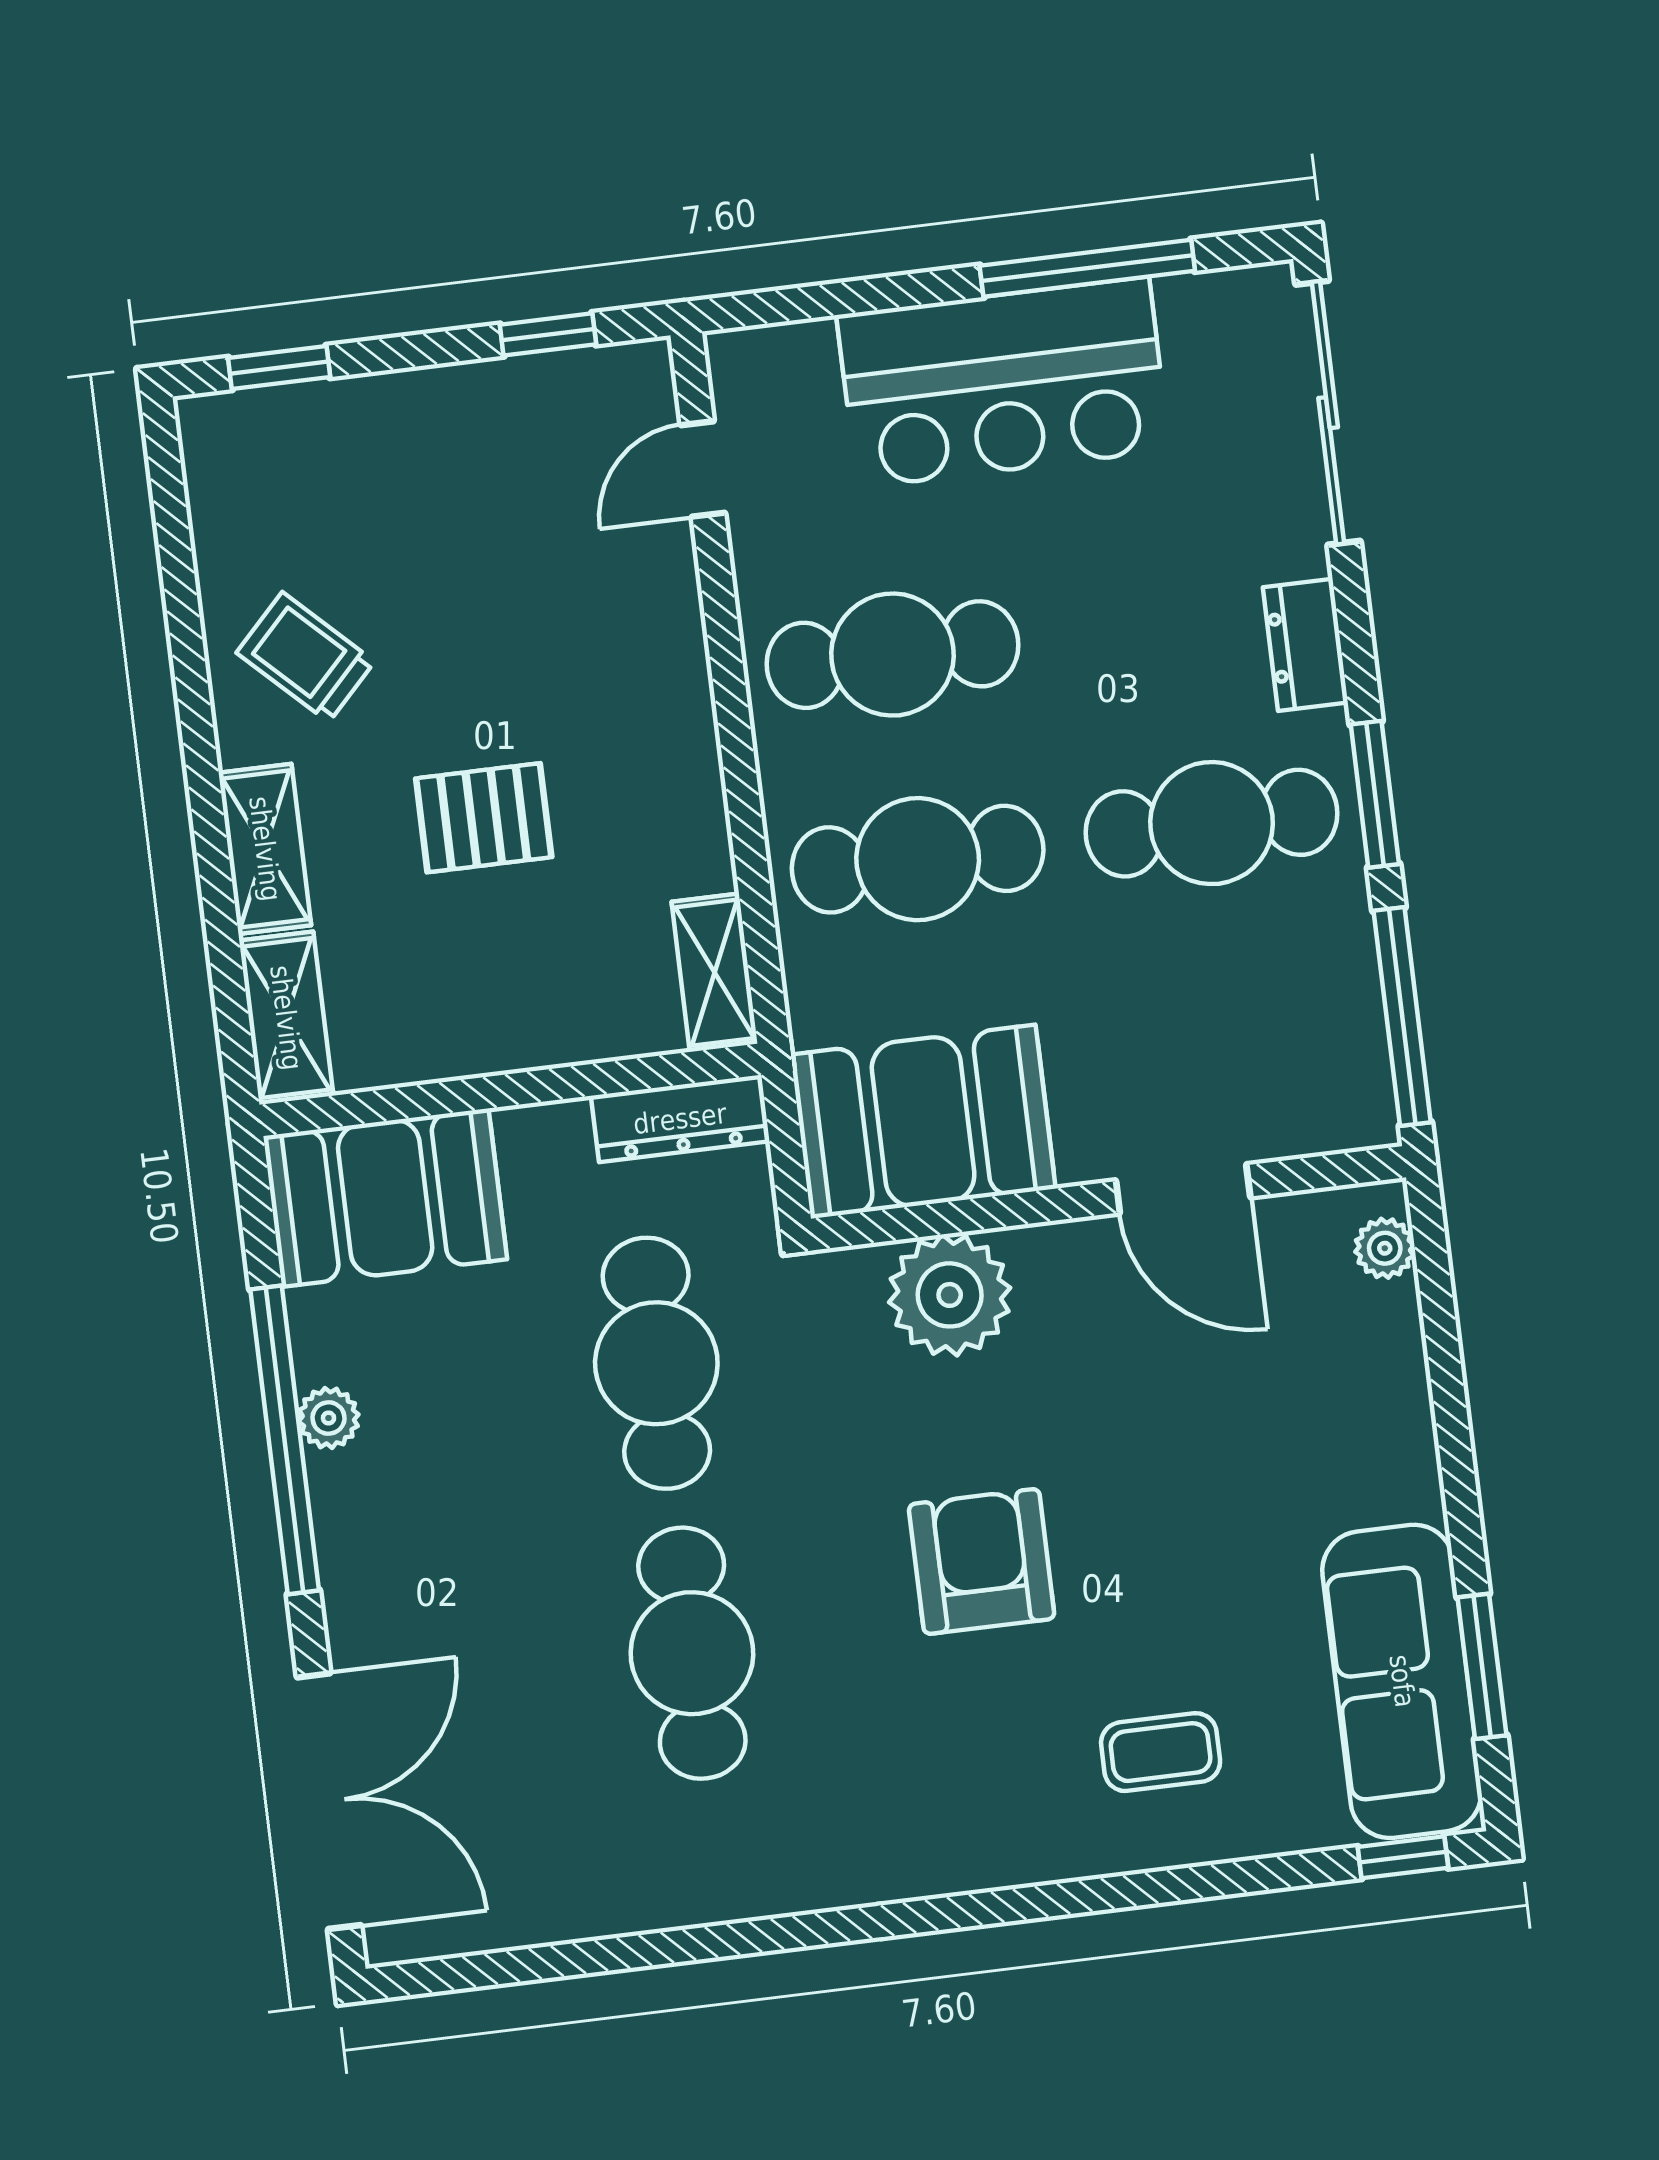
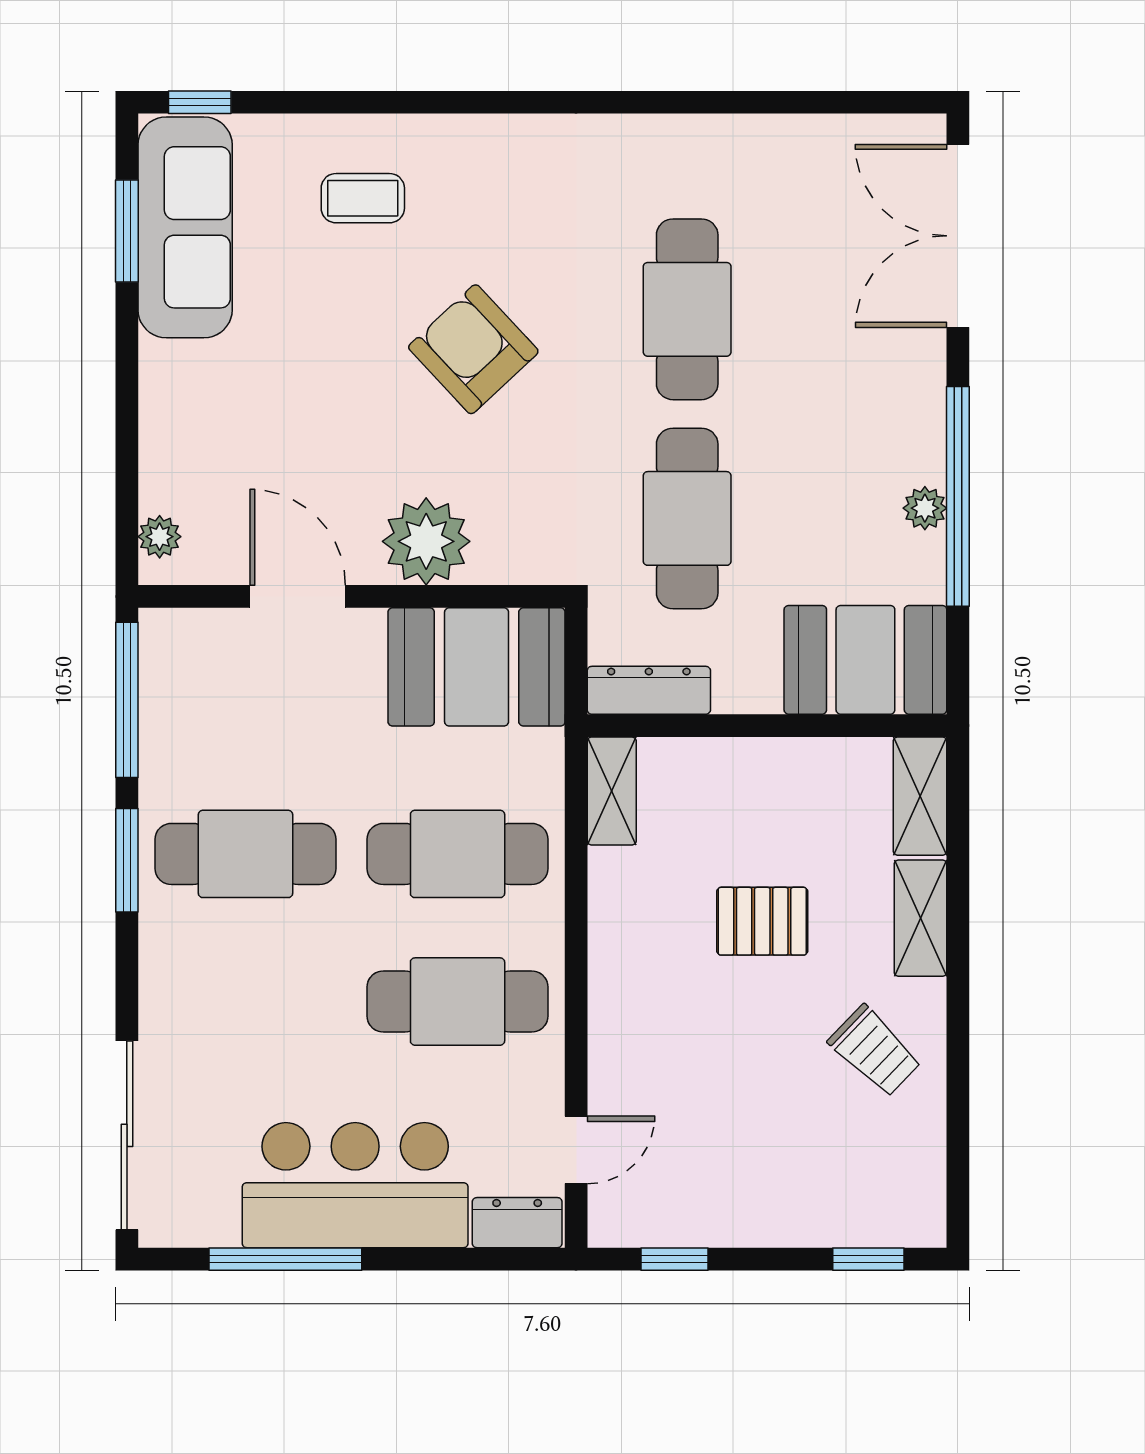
dresser: (1305, 645) -> (517, 1223), moved, turned -90
plant: (950, 1295) -> (426, 541), moved
armchair: (982, 1561) -> (473, 349), turned 137

